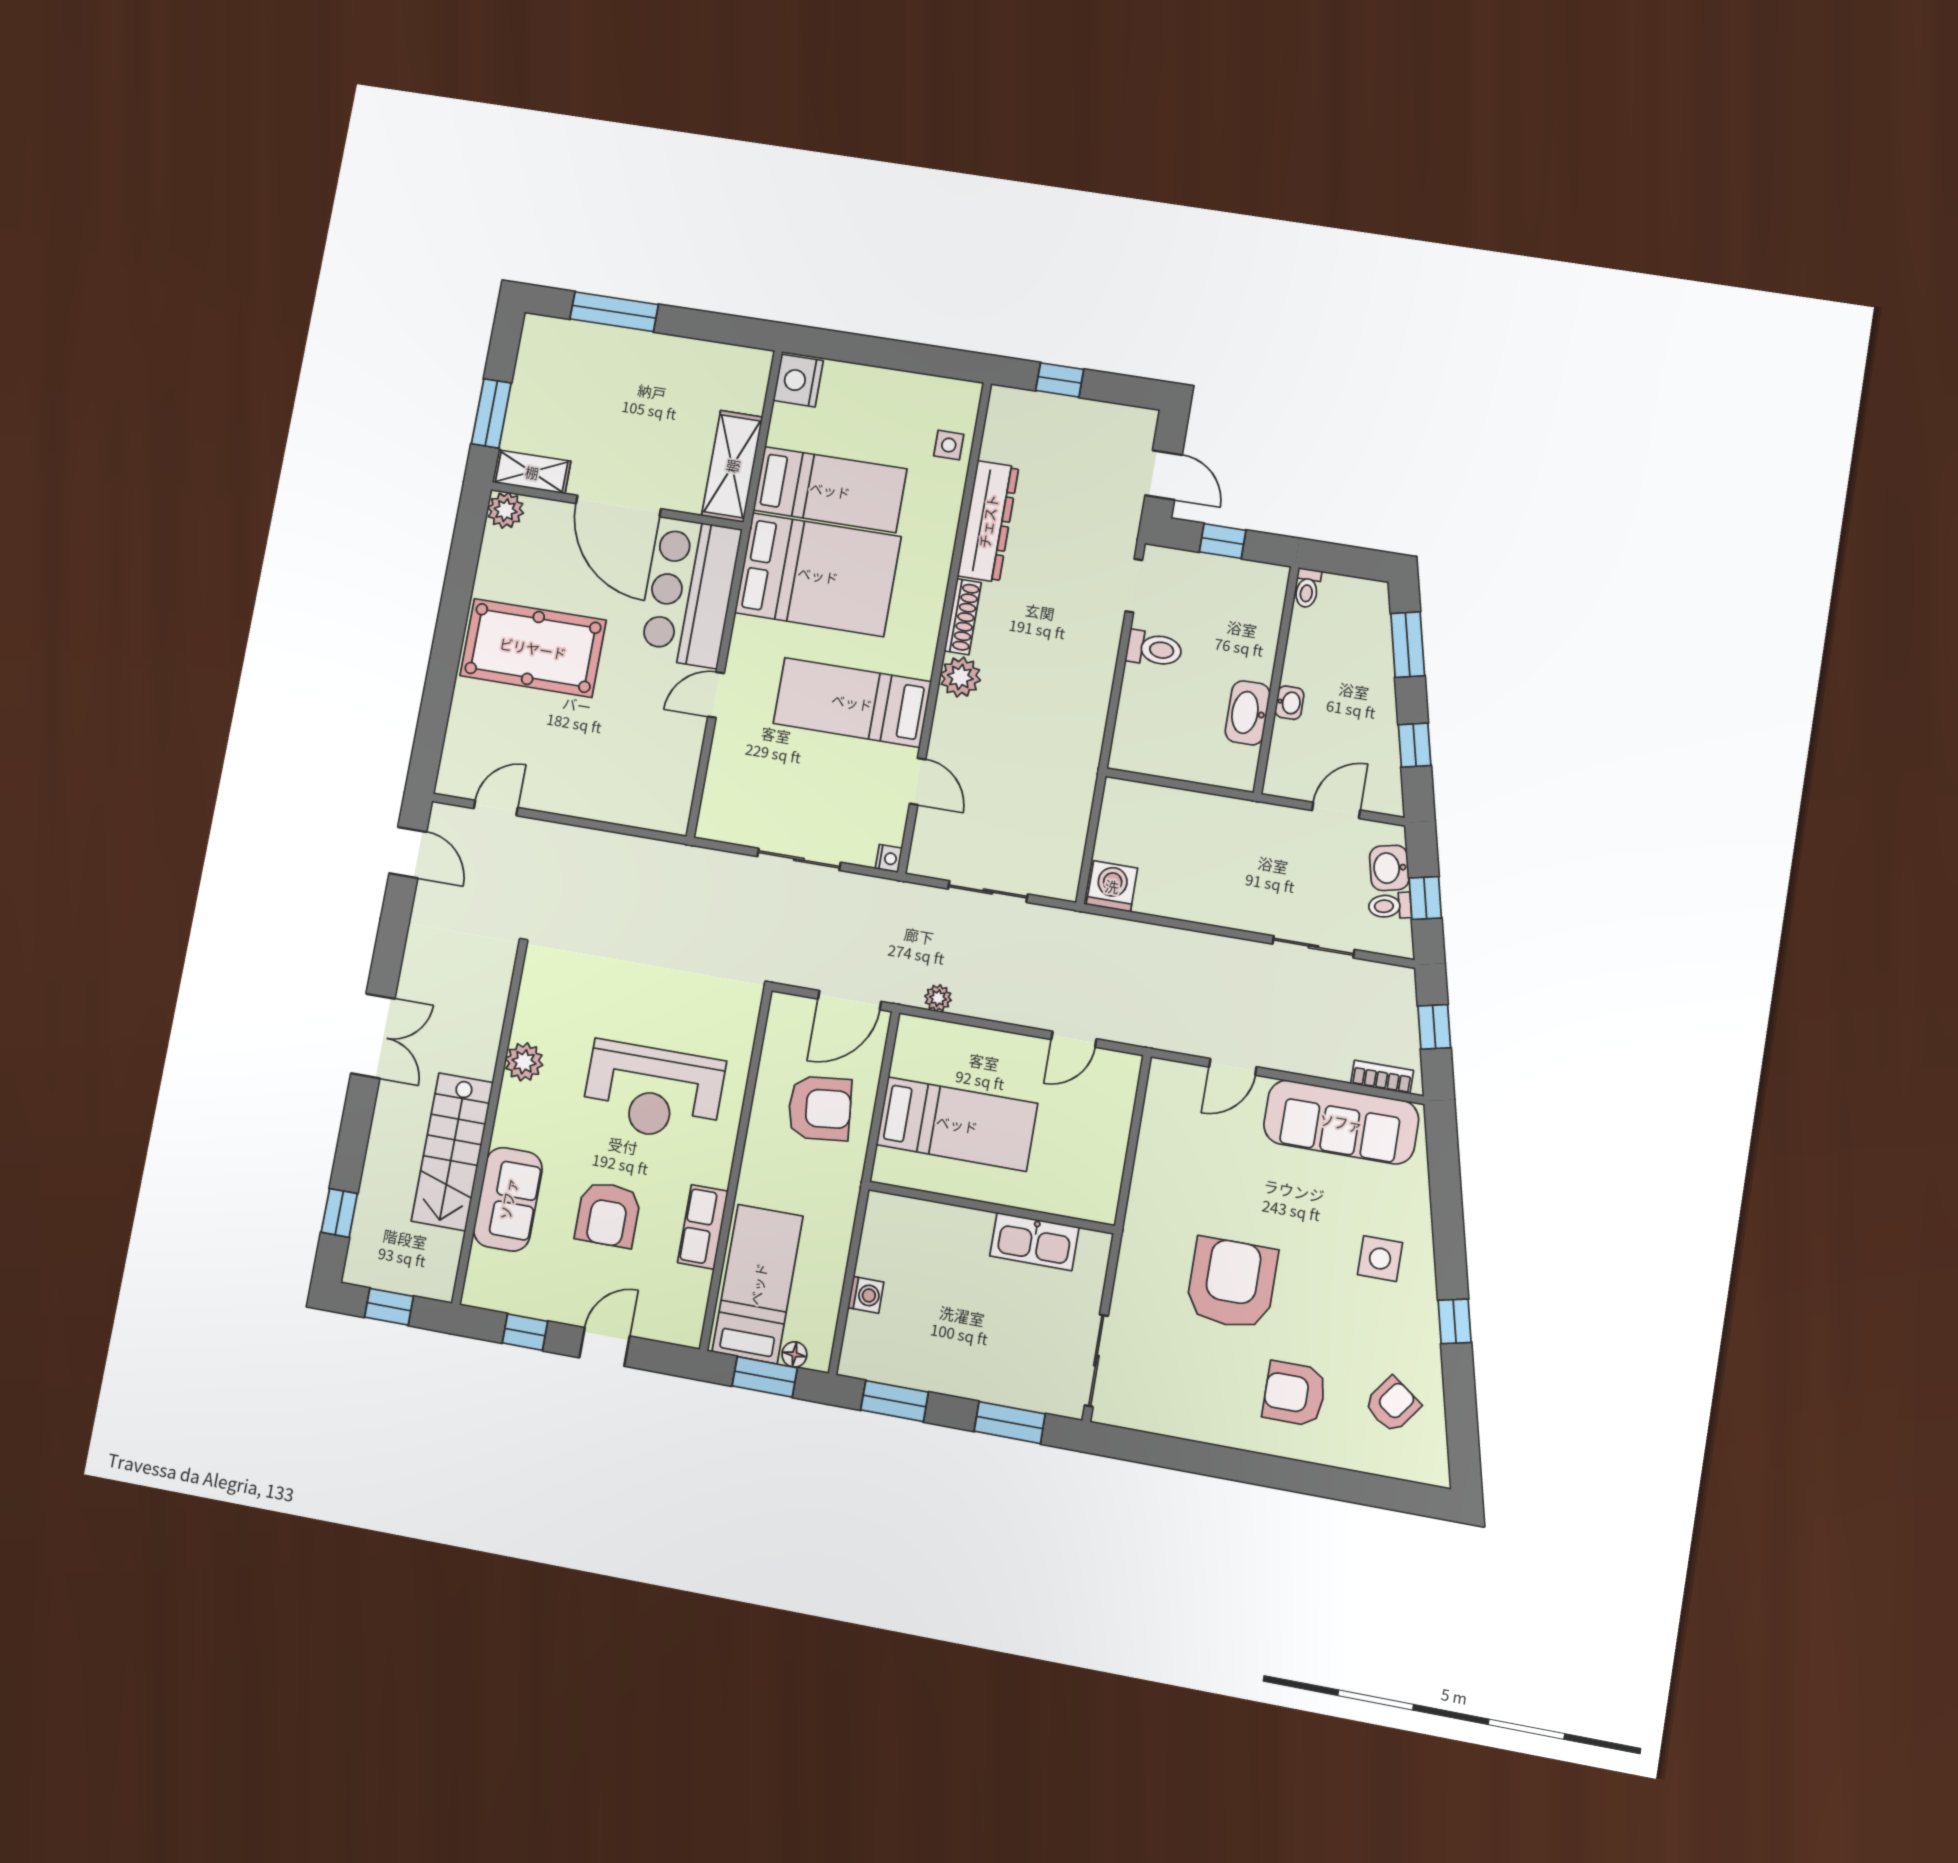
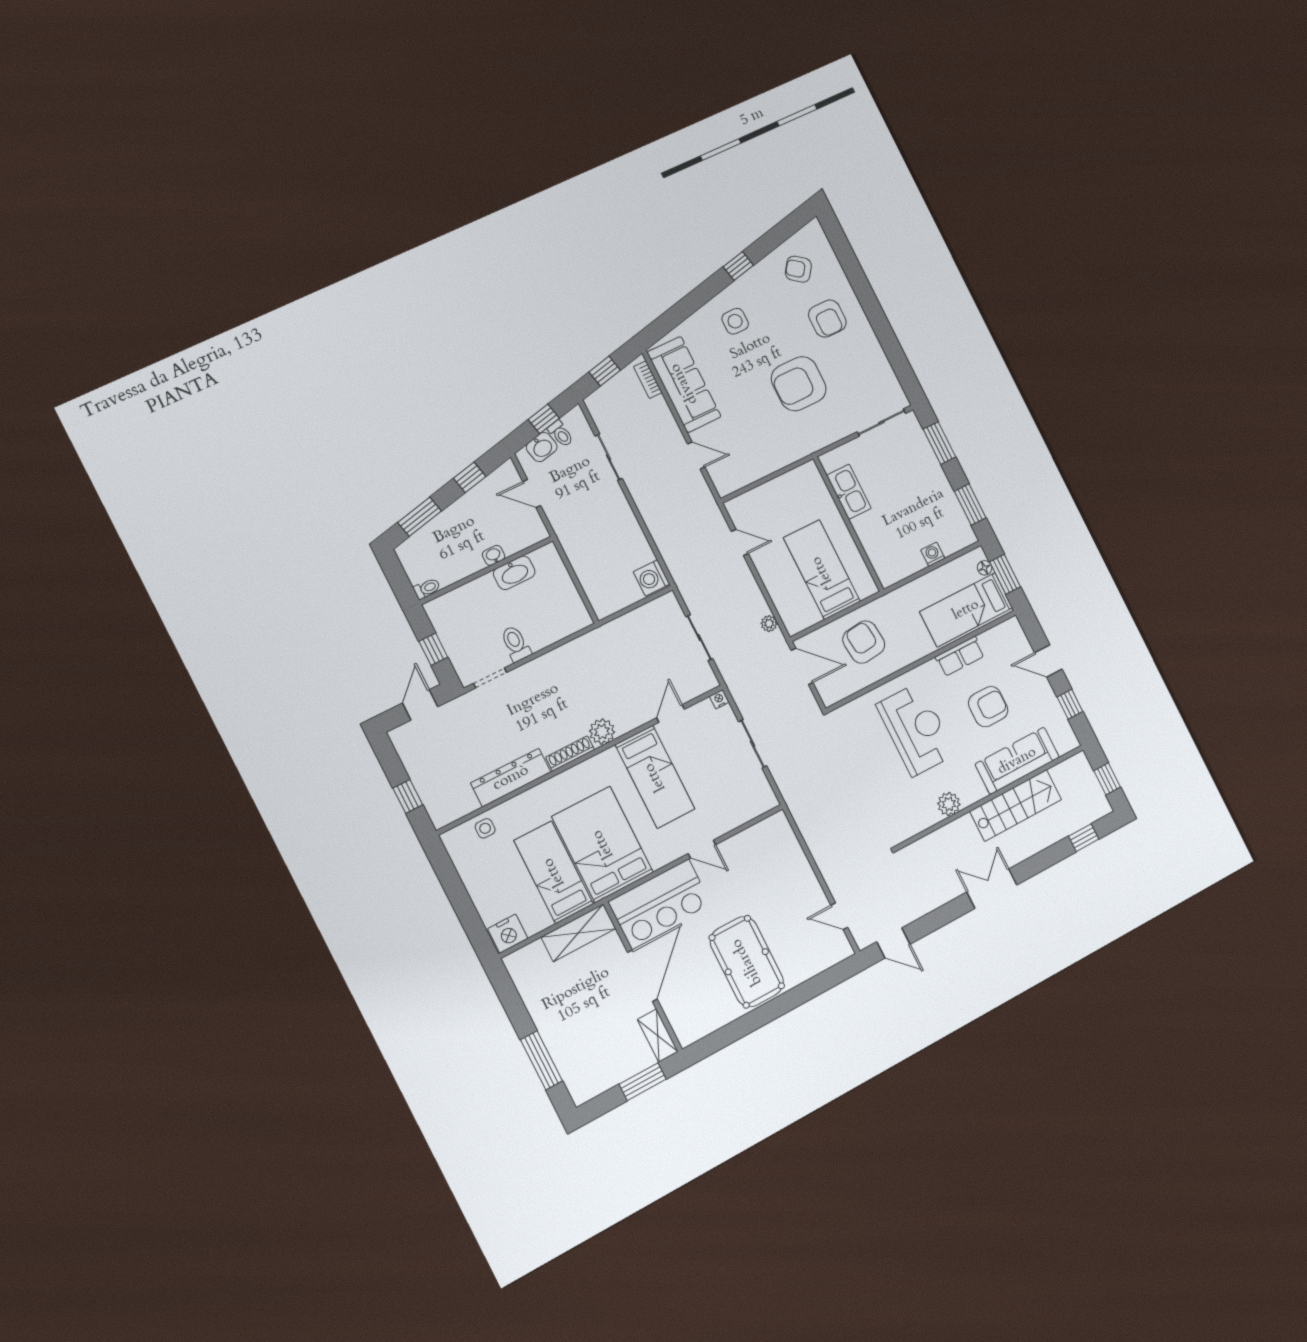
plant: (506, 510) -> (687, 1033), removed
door: (408, 853) -> (893, 943), swing flipped
sofa: (508, 1199) -> (1017, 761), width x1.36

